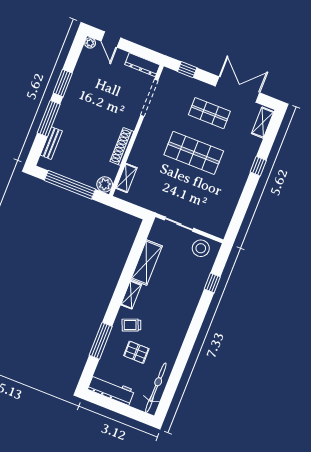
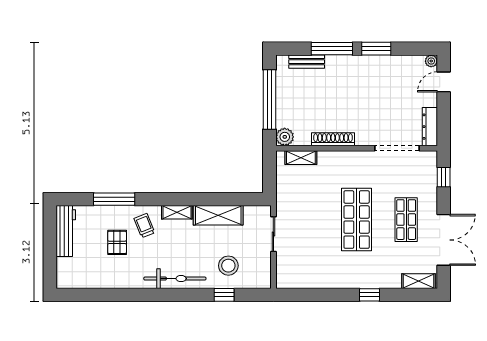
stool: (201, 248) -> (228, 266), moved
bicycle: (156, 388) -> (175, 279), moved

